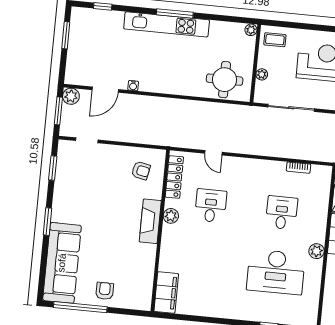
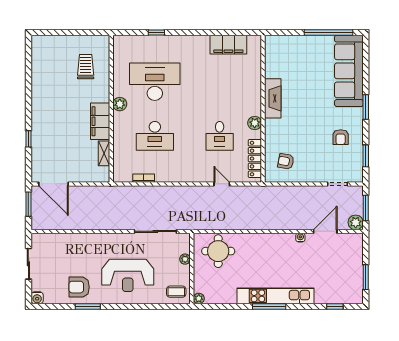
desk: (282, 213) -> (155, 136), width x1.37
fireplace: (150, 221) -> (273, 98), moved
armchair: (105, 291) -> (341, 137), moved
filing cabinet: (166, 293) -> (228, 45), moved, turned -90

